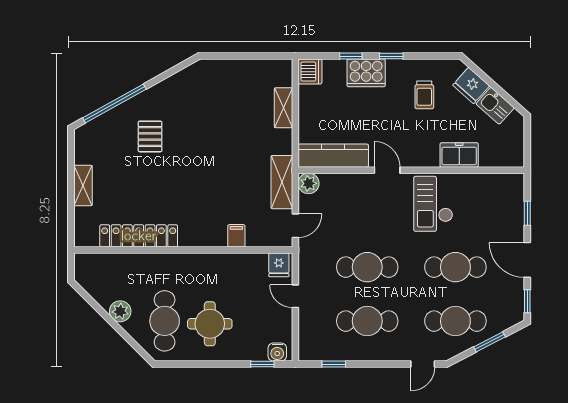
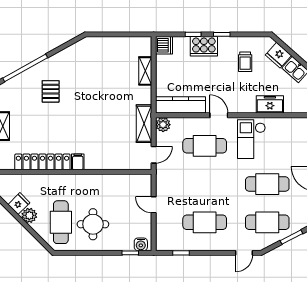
filing cabinet: (236, 236) -> (78, 162), moved
fridge: (279, 265) -> (19, 204), moved, turned -135
cafe table: (367, 267) -> (205, 146), moved

